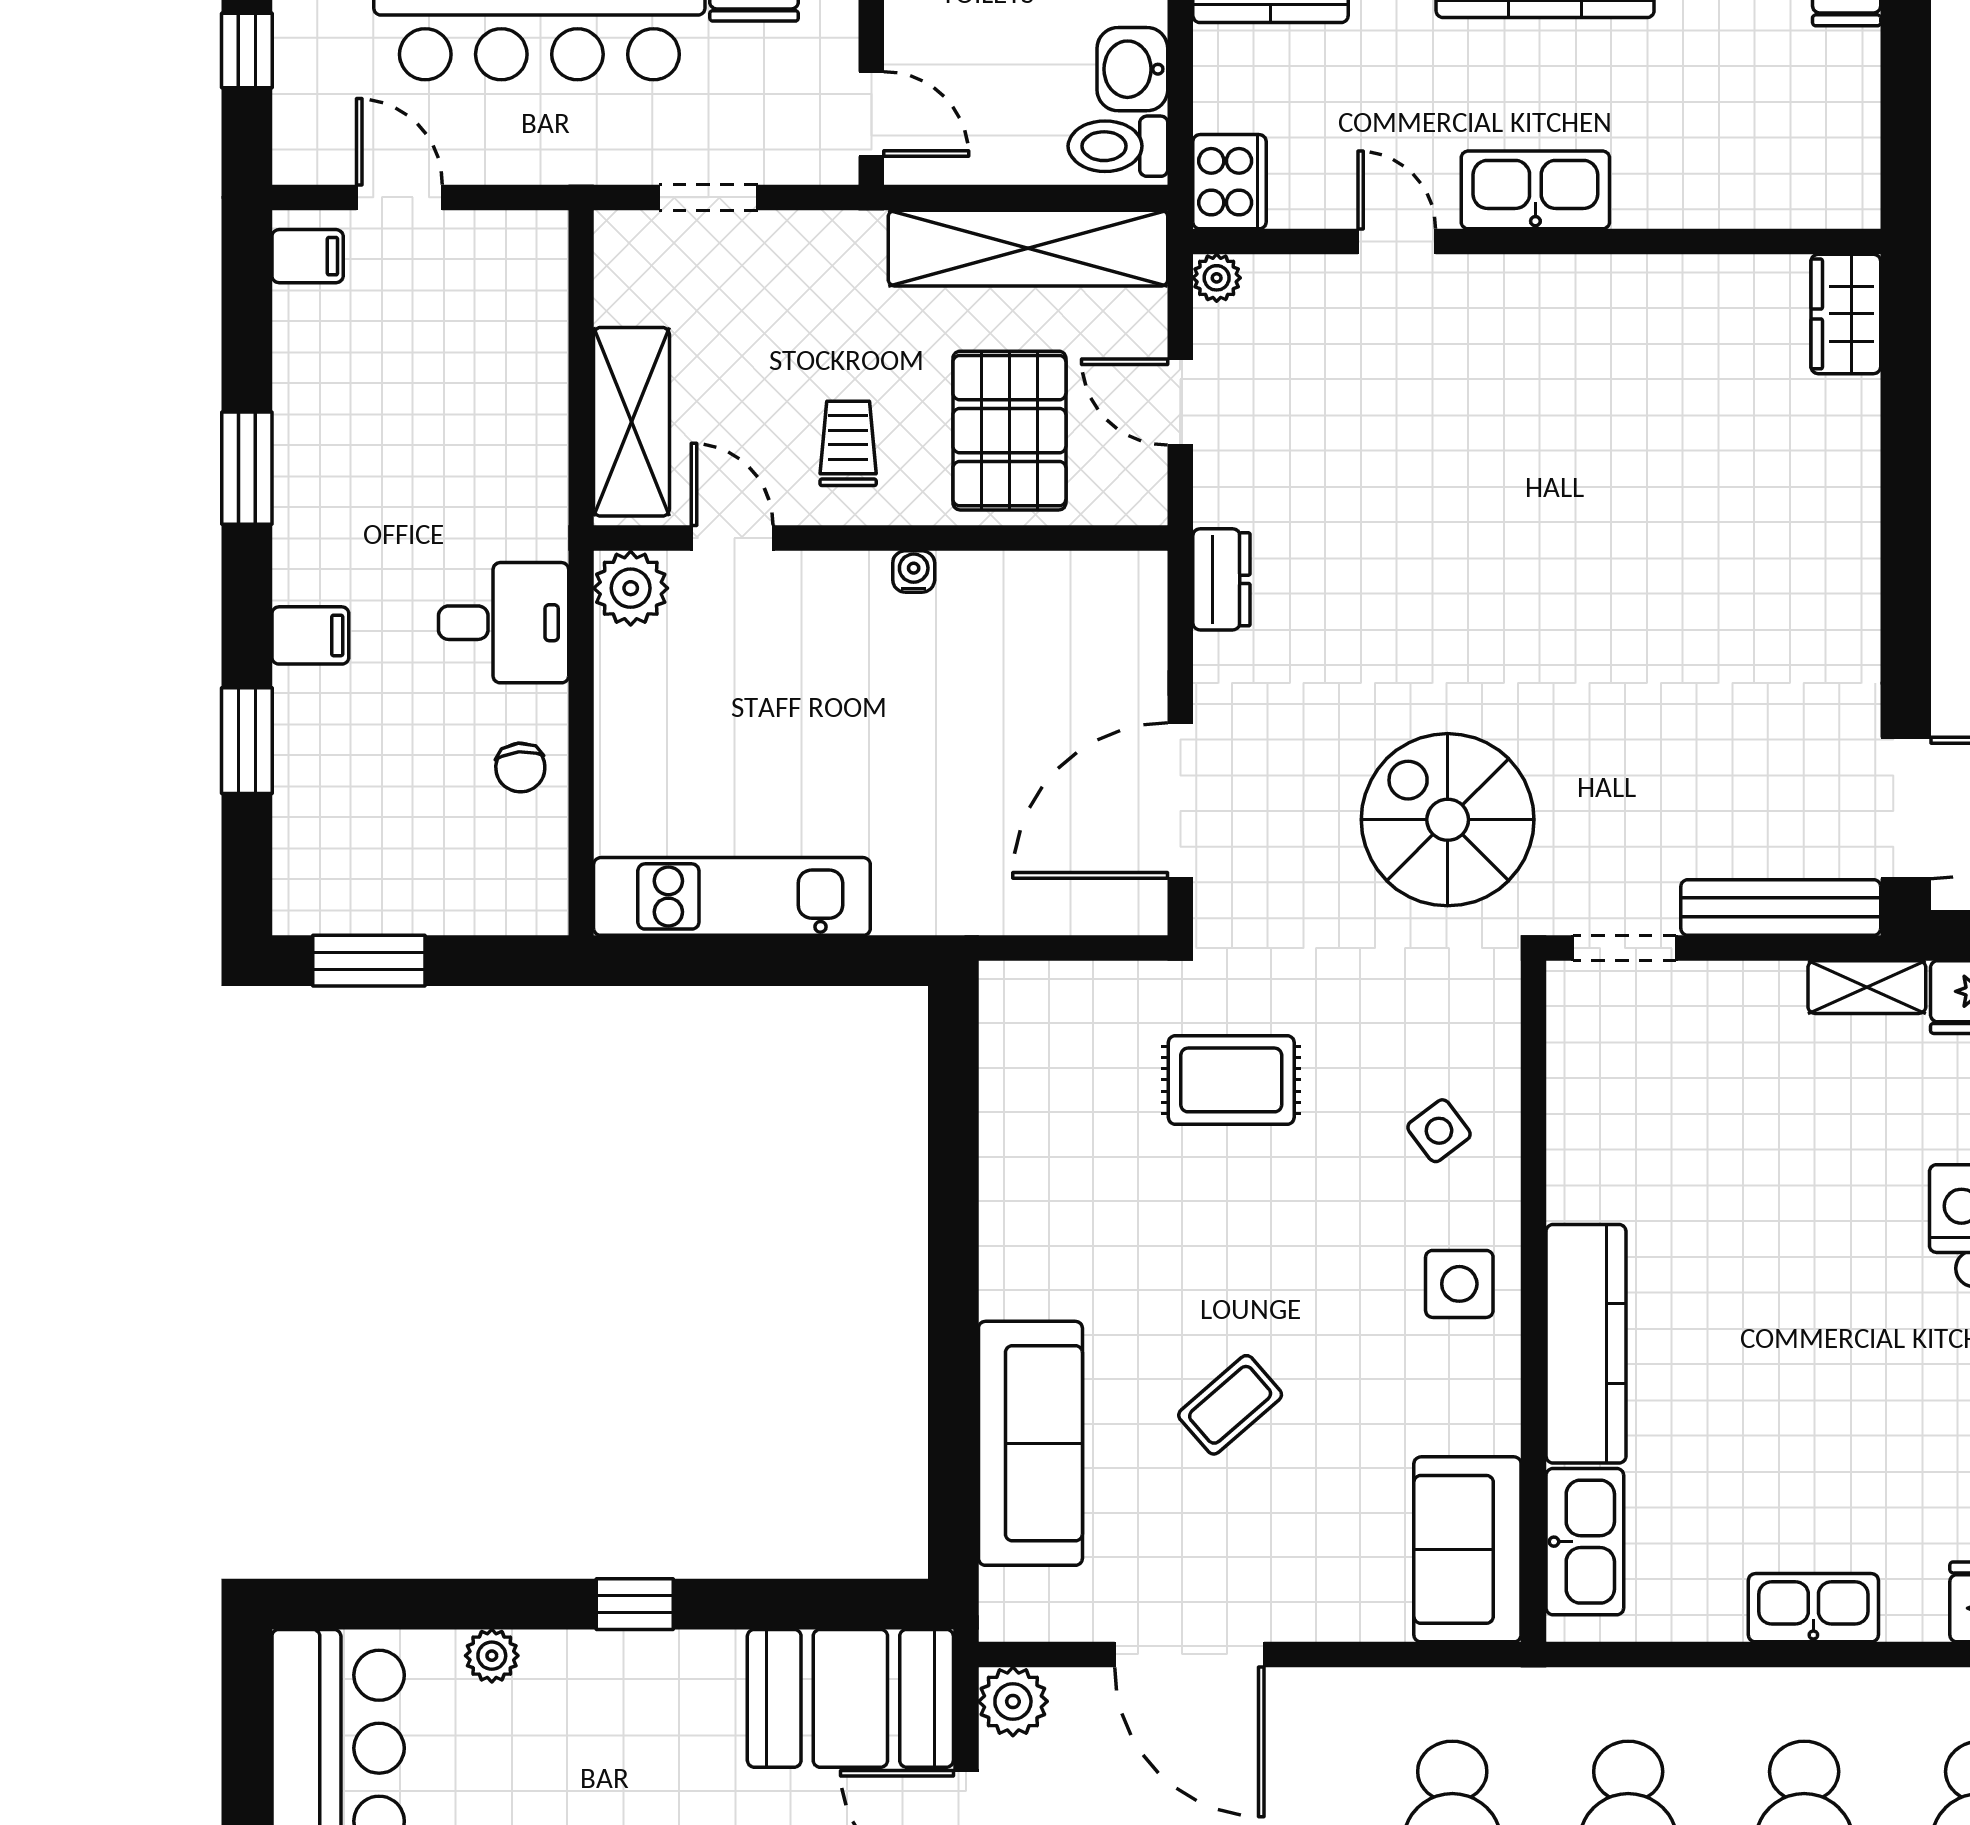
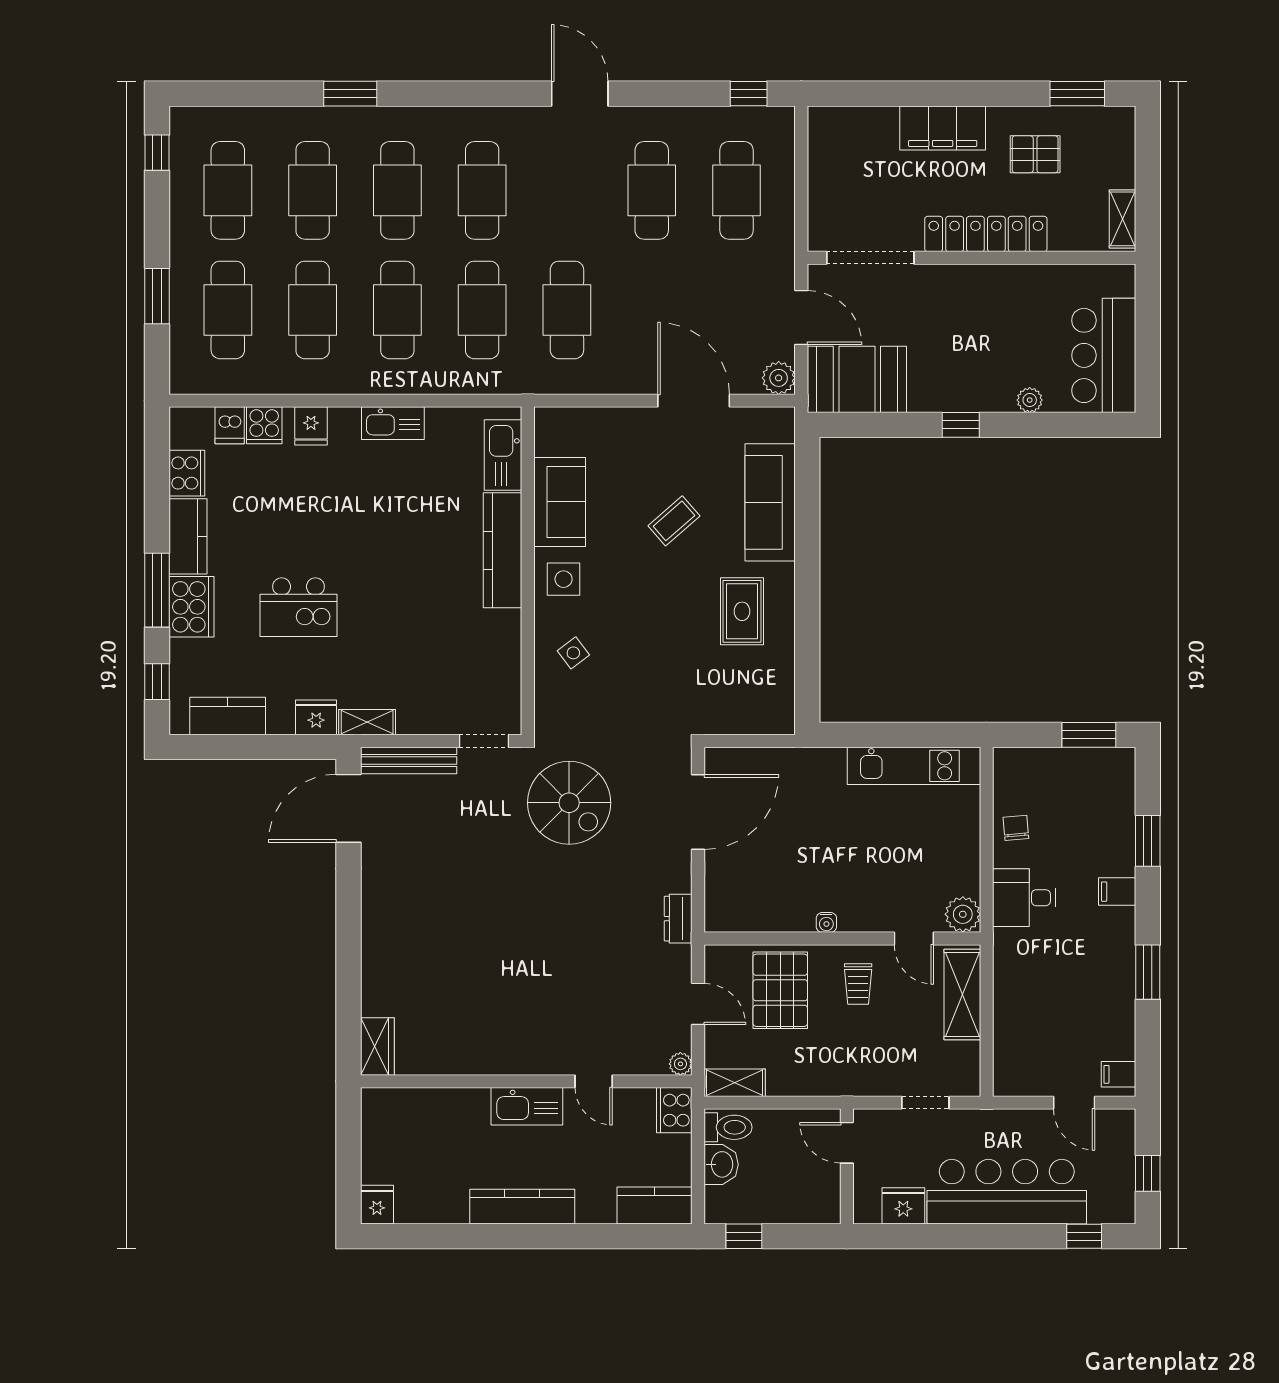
shelving: (1028, 248) -> (735, 1083), width x0.45, depth x0.75
rug: (1231, 1080) -> (742, 611), moved, turned 90
sofa: (1467, 1549) -> (560, 502), moved

